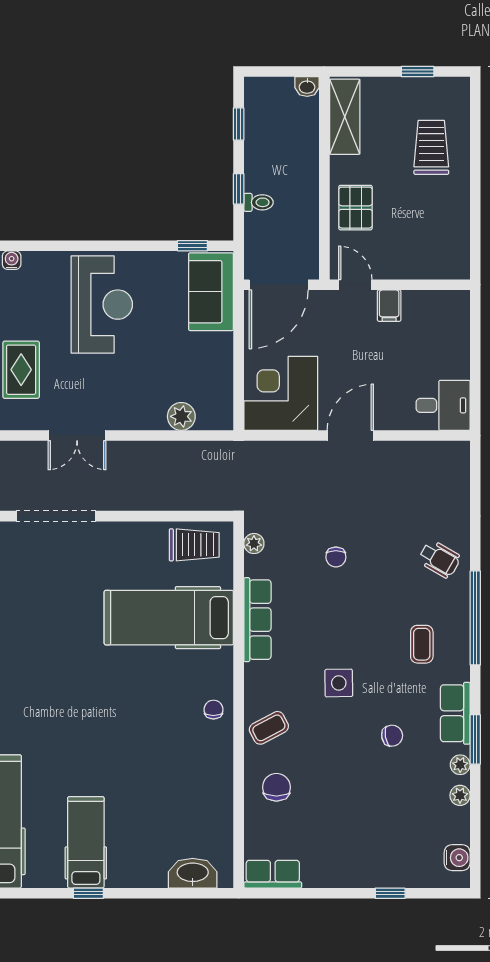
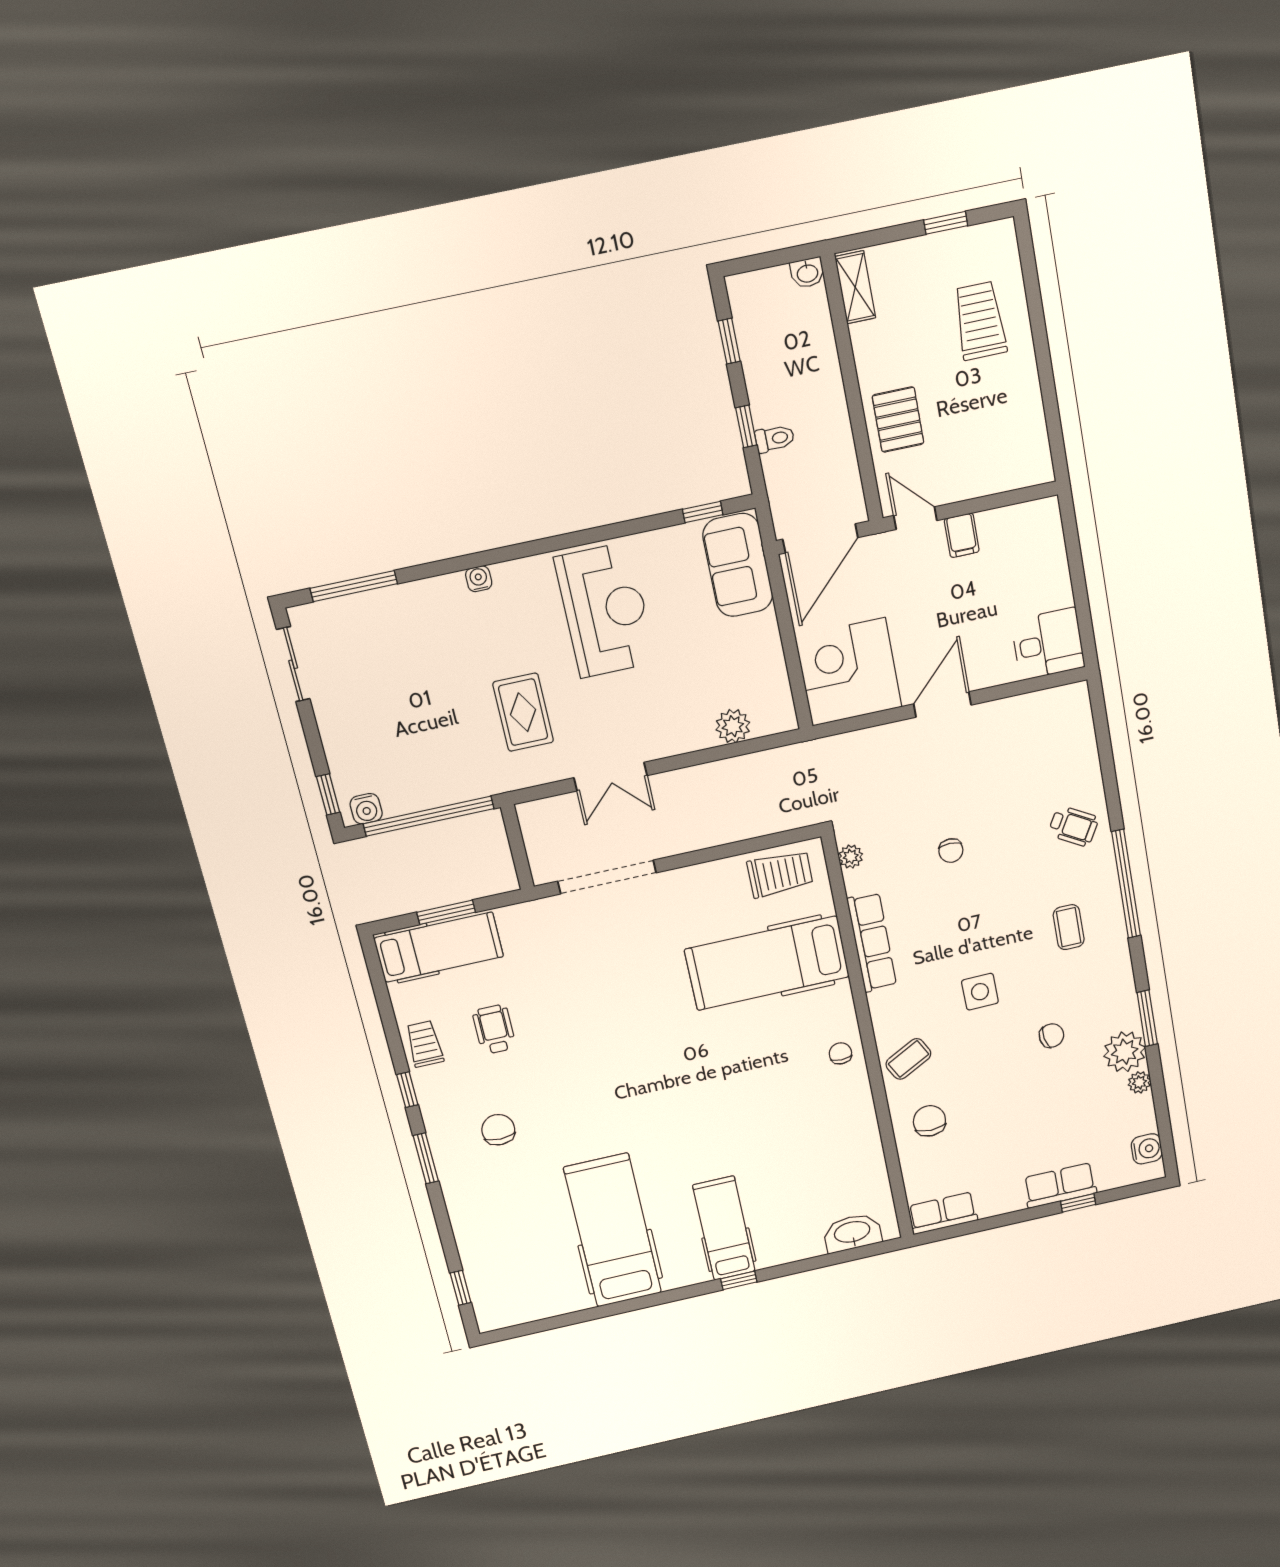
shelving: (345, 117) -> (855, 287), width x0.67, depth x0.75
row of seats: (455, 713) -> (1060, 1185), moved, turned 90
plant: (460, 765) -> (1125, 1052), width x1.88, depth x1.88

